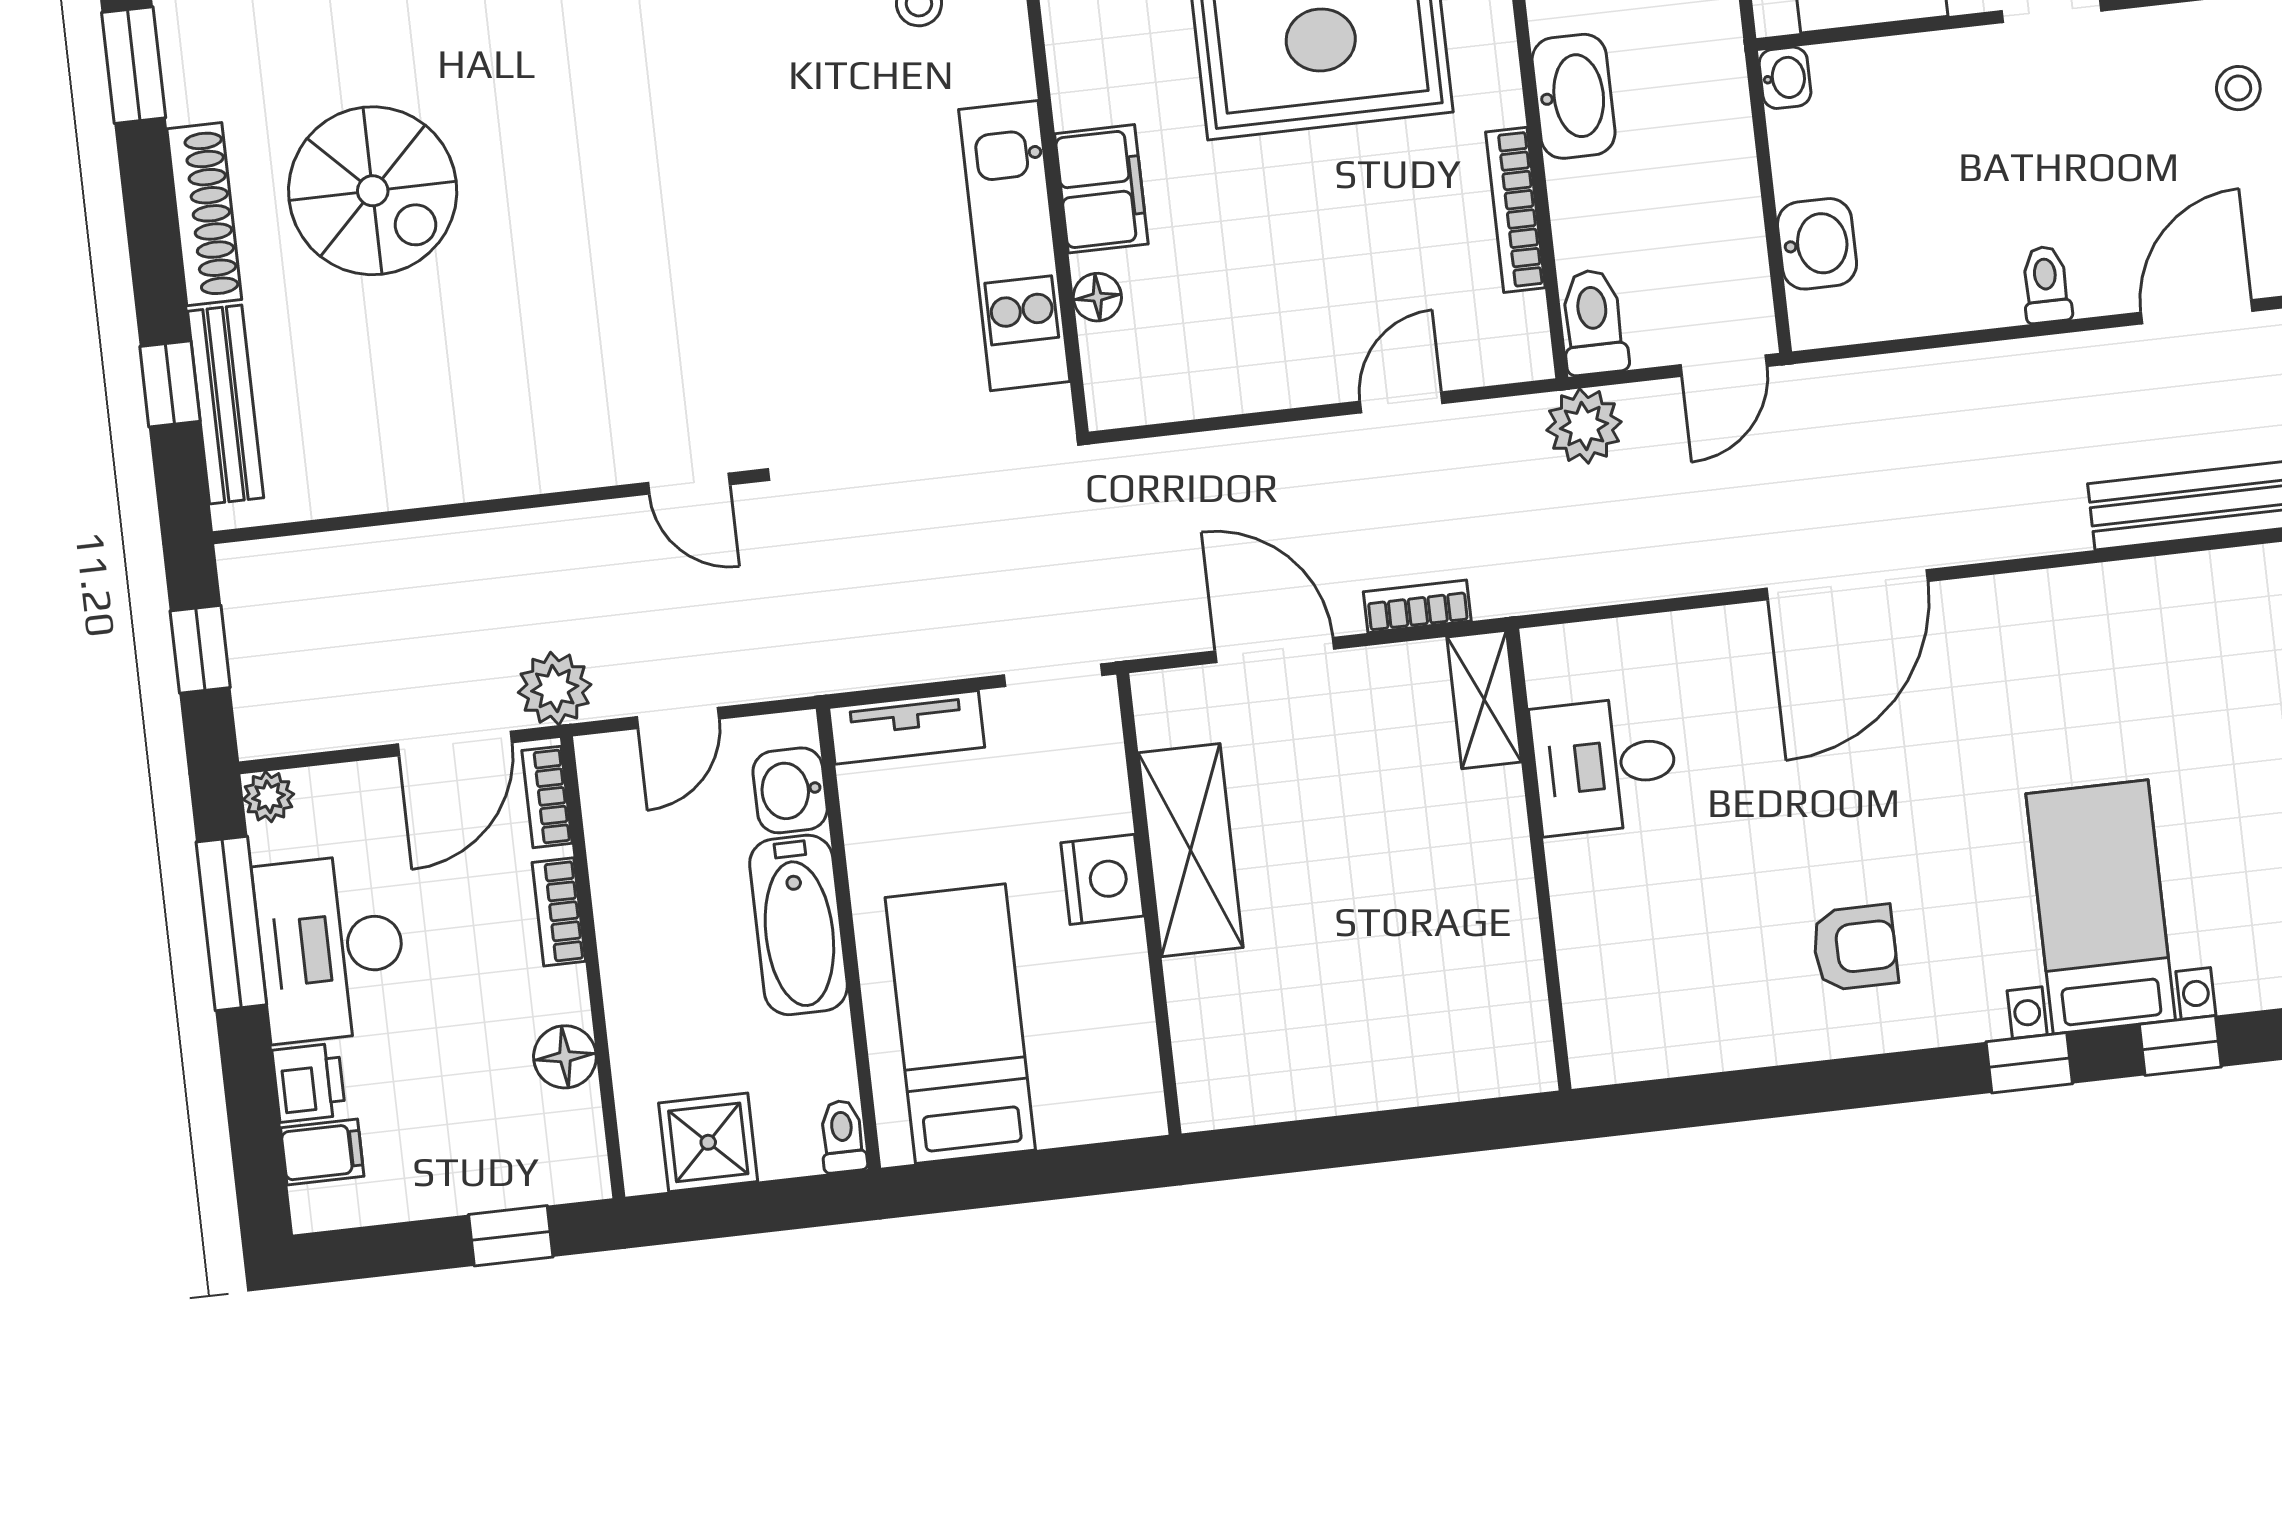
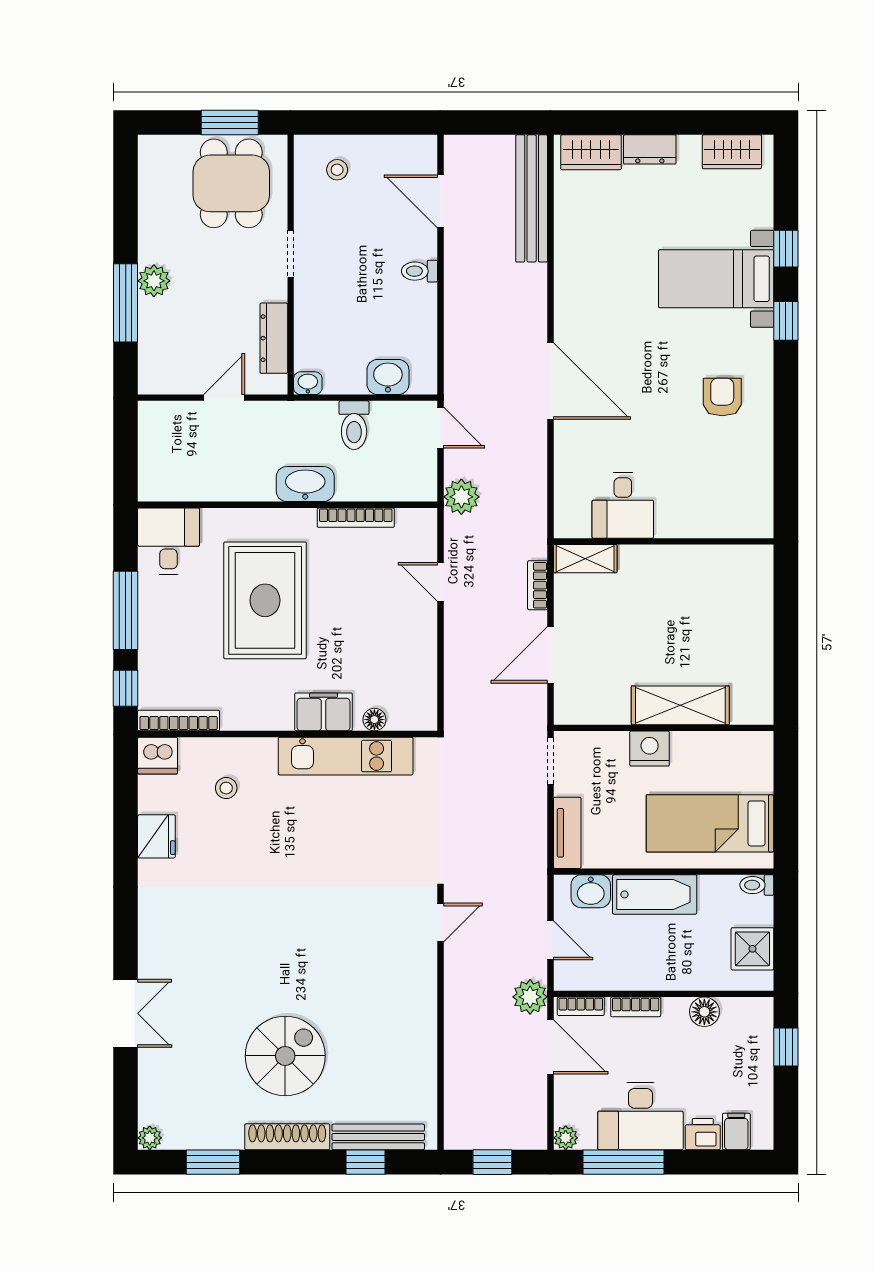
toilet: (1593, 322) -> (354, 425), moved, turned -90
shelving: (1191, 850) -> (680, 705), moved

